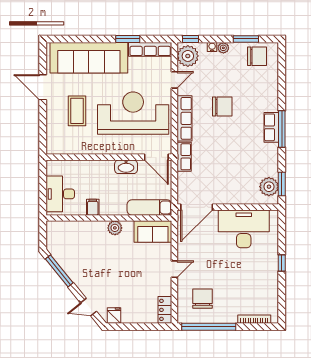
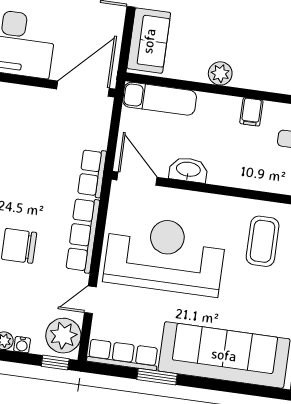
coffee table: (77, 111) -> (263, 241), moved
reception desk: (133, 113) -> (165, 255), turned 180
sofa: (153, 232) -> (149, 41), moved, turned 90

